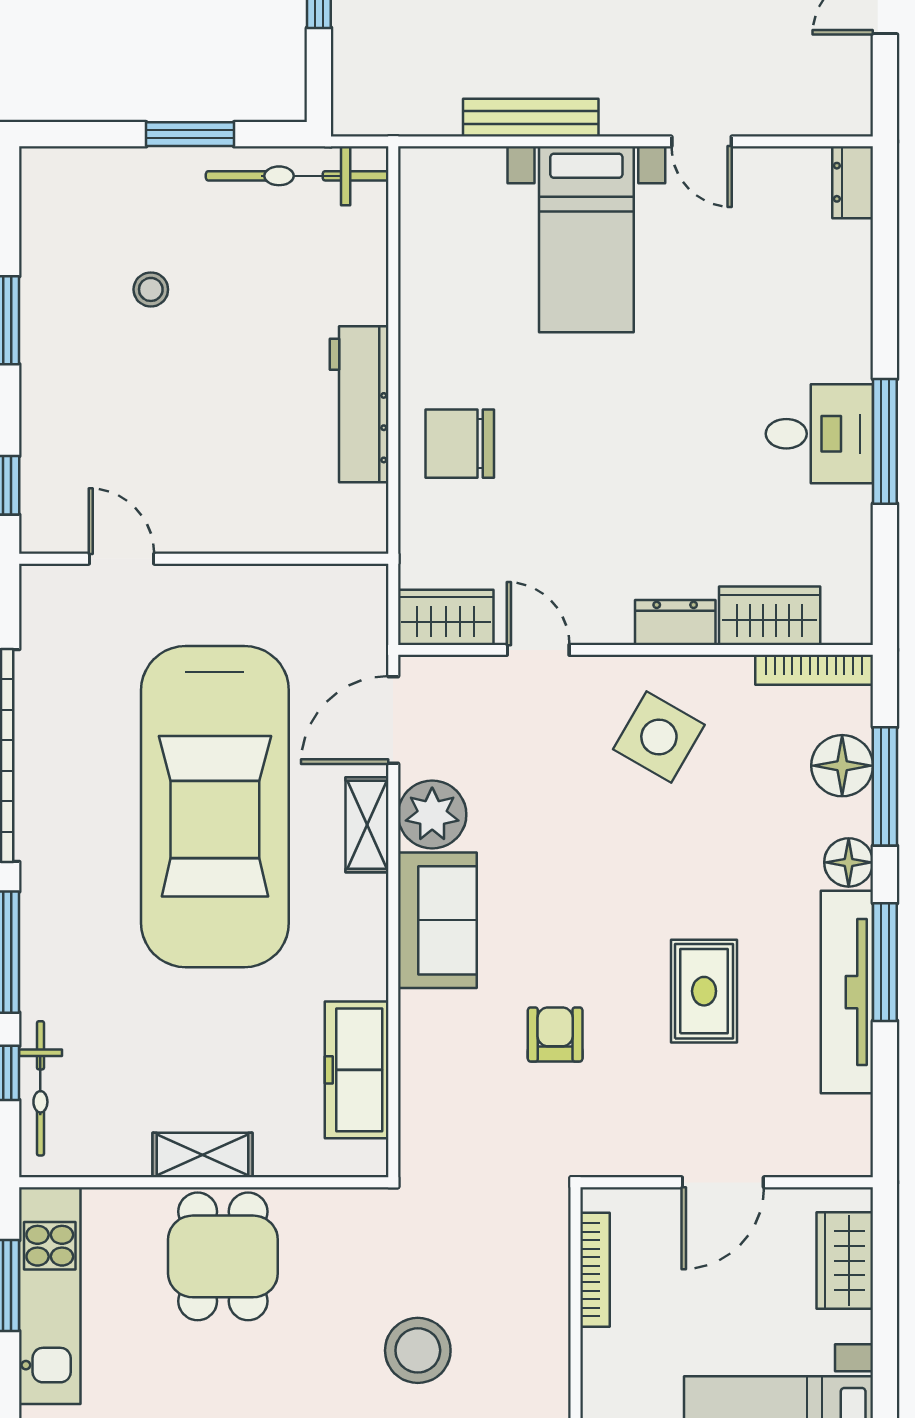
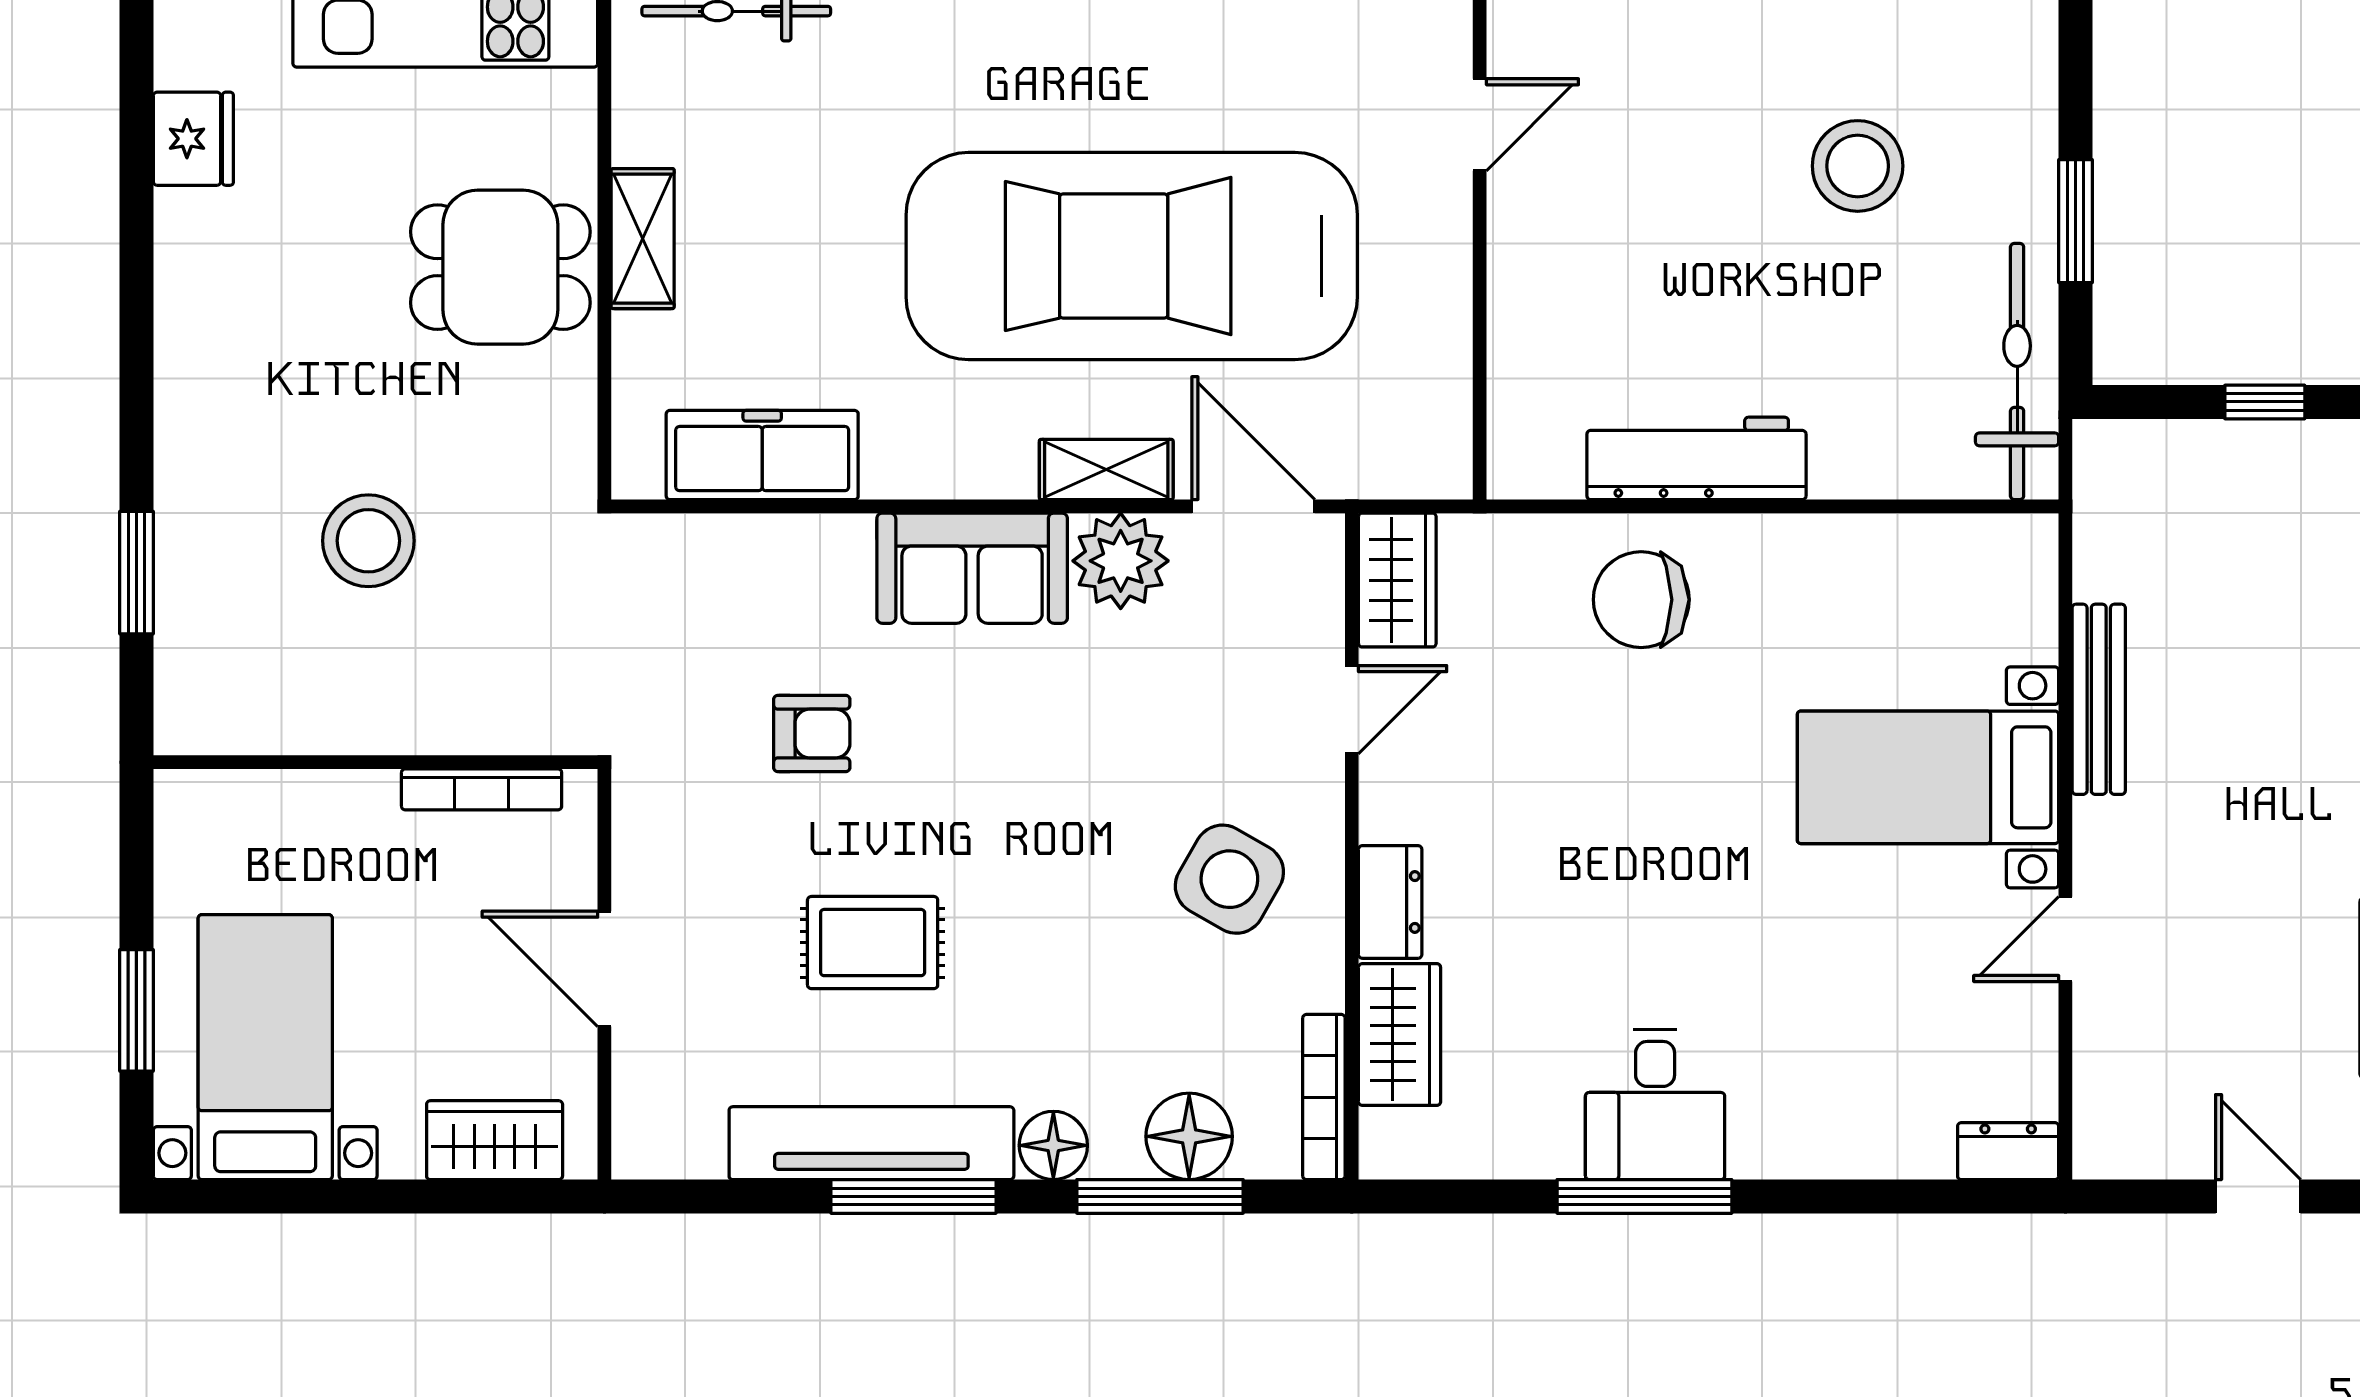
stool: (151, 289) -> (1858, 166), width x1.89, depth x1.89
chair: (460, 444) -> (1641, 600), turned -90

